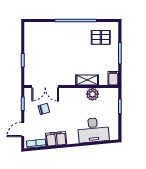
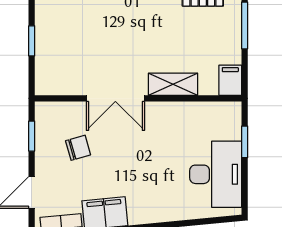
double door: (45, 86) -> (115, 98), moved
plant: (92, 94) -> (185, 115), removed
desk: (93, 130) -> (216, 174), moved, turned -85

